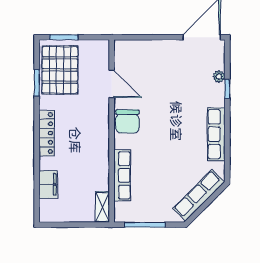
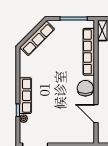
row of seats: (216, 134) -> (25, 96), moved
row of seats: (122, 175) -> (89, 52), width x1.36

